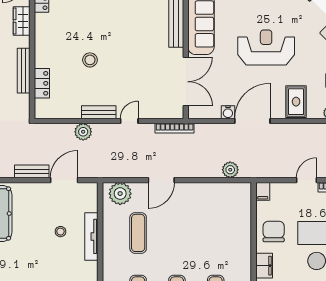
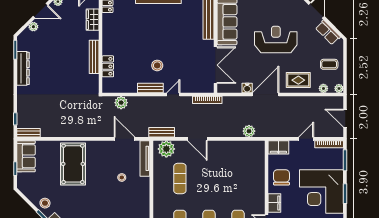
stool: (90, 60) -> (157, 65), moved
rug: (296, 102) -> (298, 80), turned 90
plant: (83, 132) -> (121, 103), moved
bench: (32, 171) -> (162, 132), moved
door: (64, 180) -> (124, 139), hinge flipped
door: (161, 180) -> (197, 139), hinge flipped
filing cabinet: (263, 191) -> (278, 147), width x2.00
tv unit: (91, 236) -> (145, 158), moved

